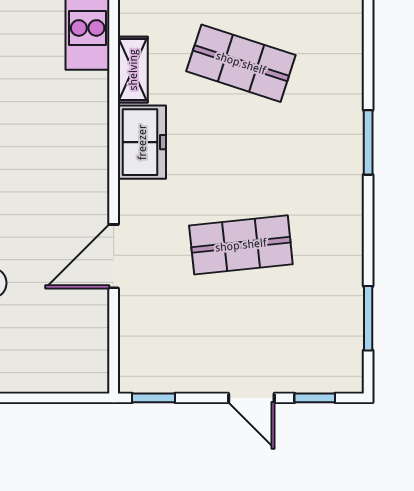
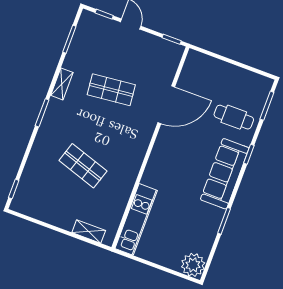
shelving: (133, 70) -> (62, 84), moved
freezer: (142, 142) -> (137, 148), removed
door: (114, 256) -> (166, 105), width x1.36

